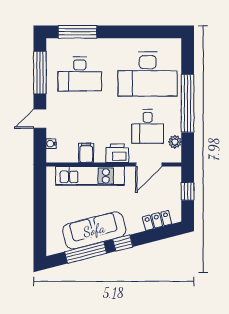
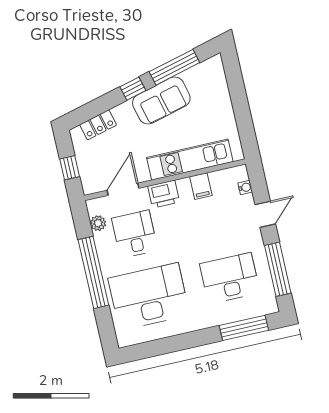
sofa: (94, 230) -> (161, 101), width x0.73

